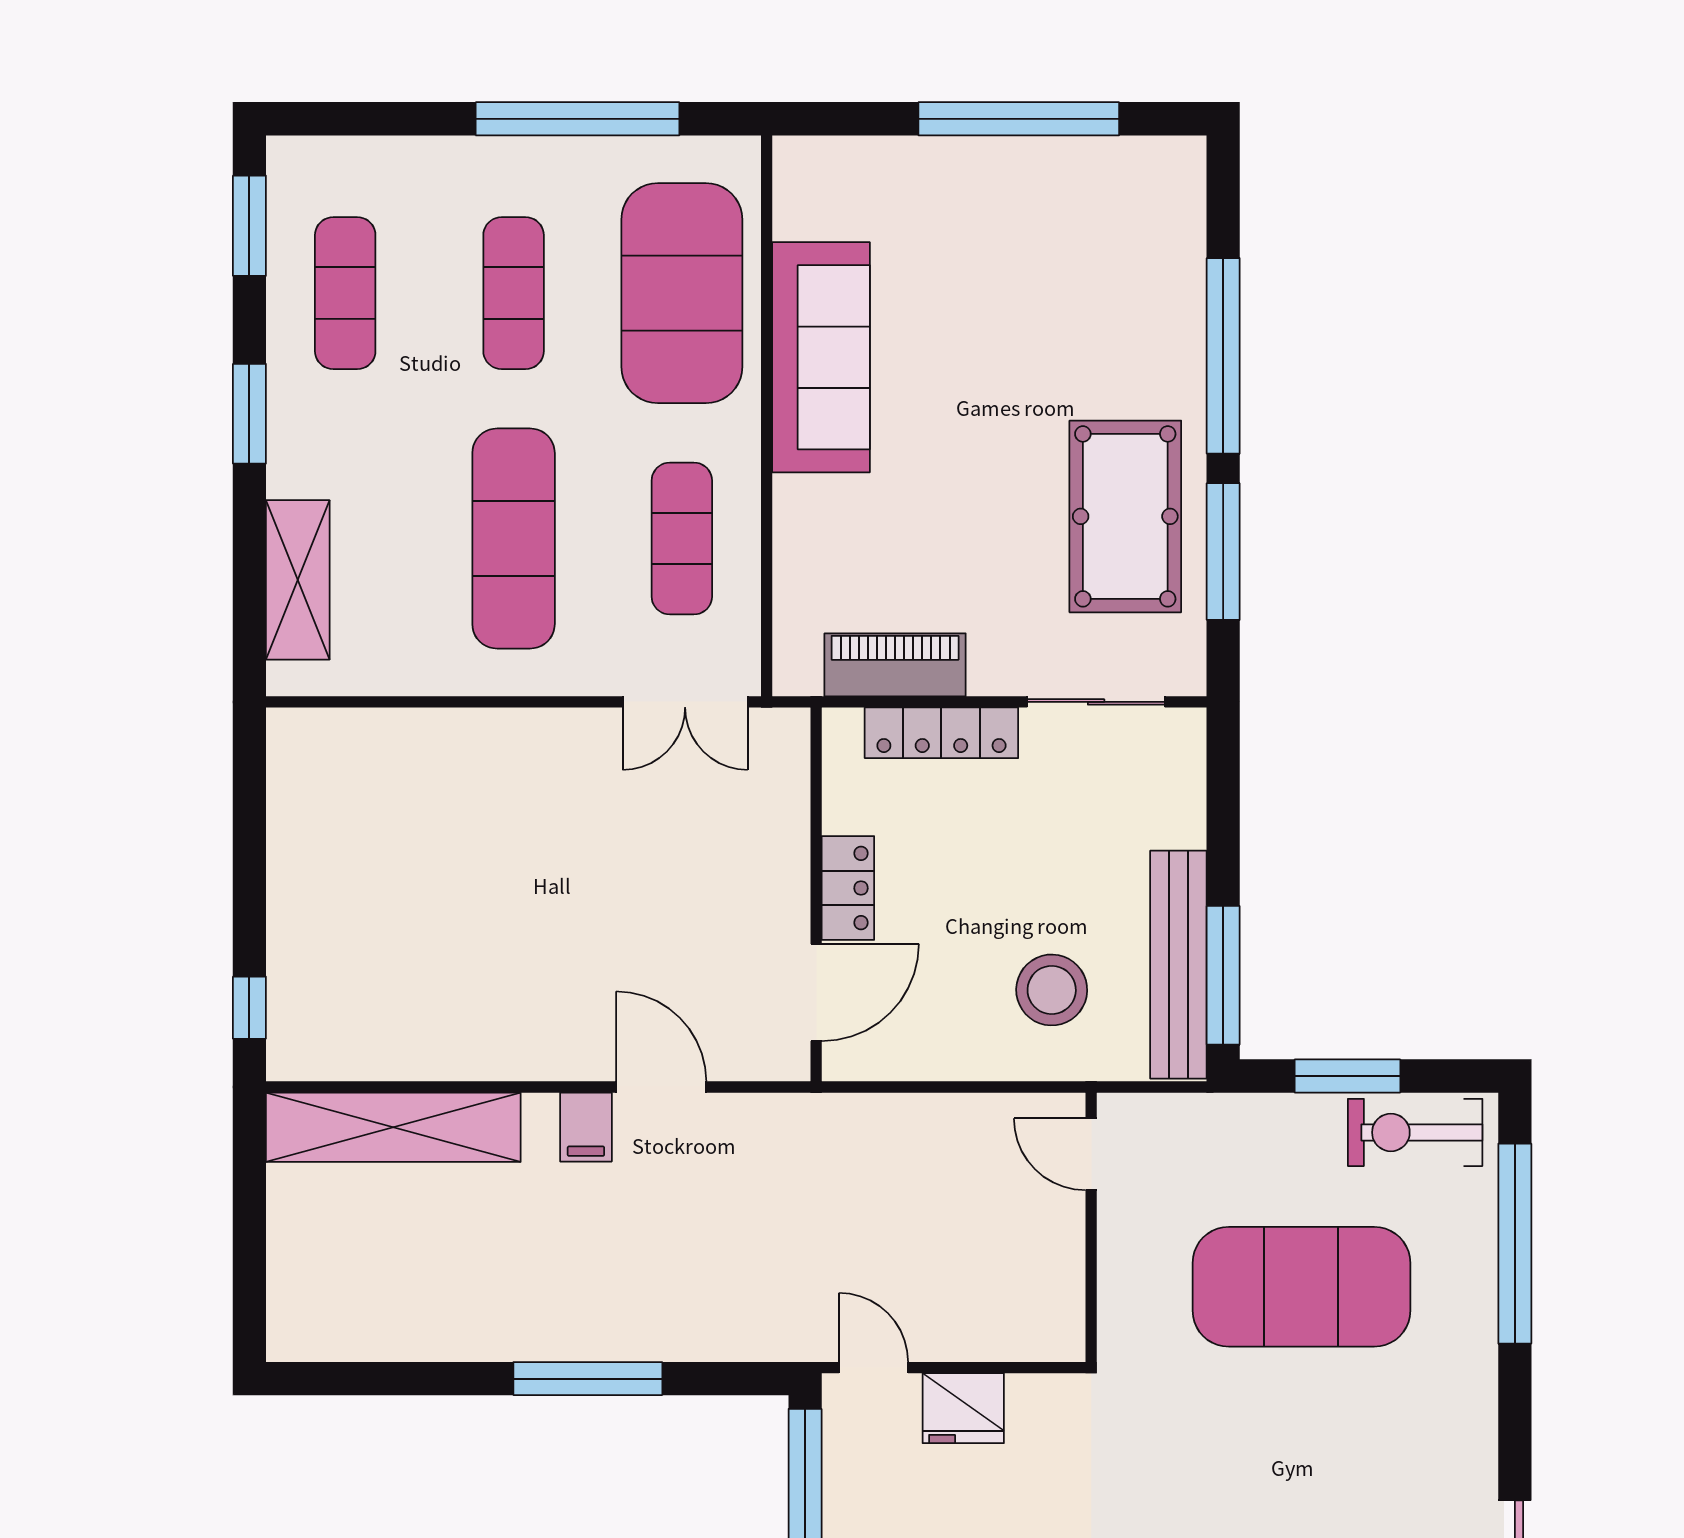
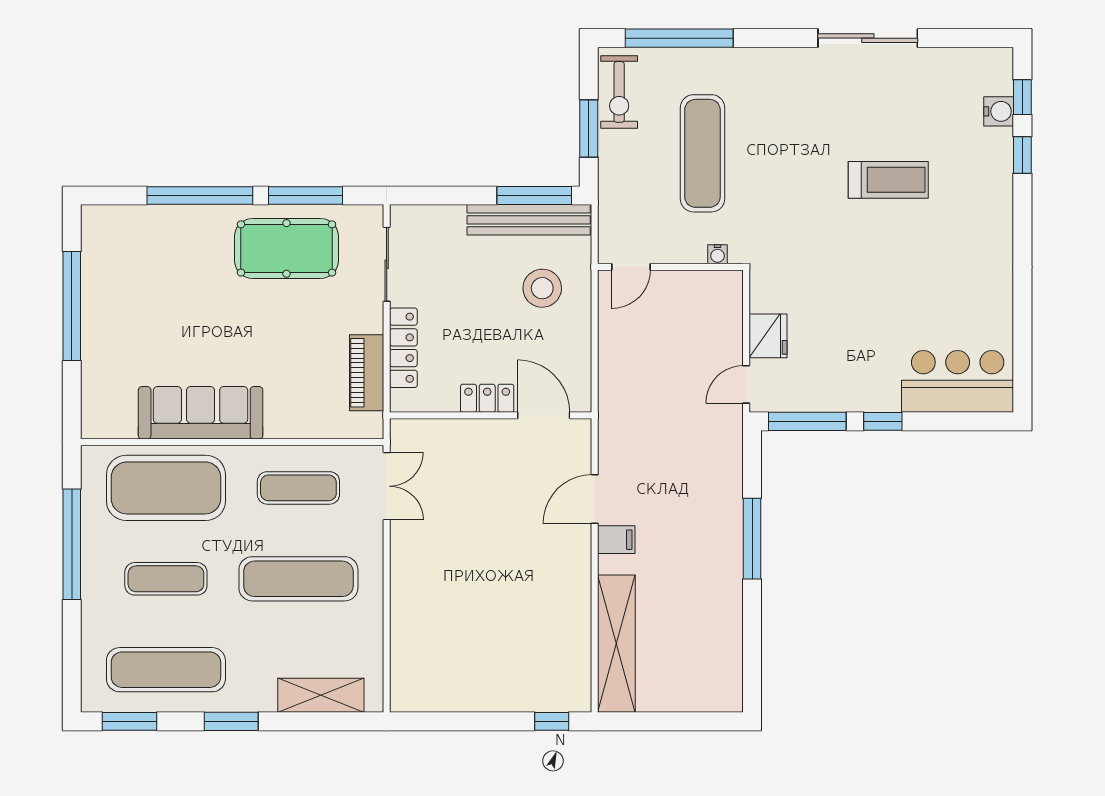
exercise mat: (345, 293) -> (166, 670), width x1.36, depth x1.45
exercise mat: (1301, 1287) -> (702, 153), width x0.68
water cooler: (1115, 1315) -> (718, 254), added

